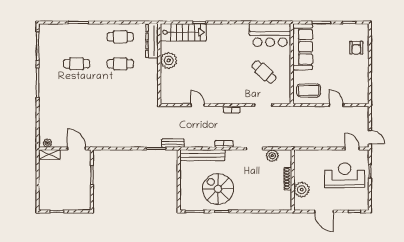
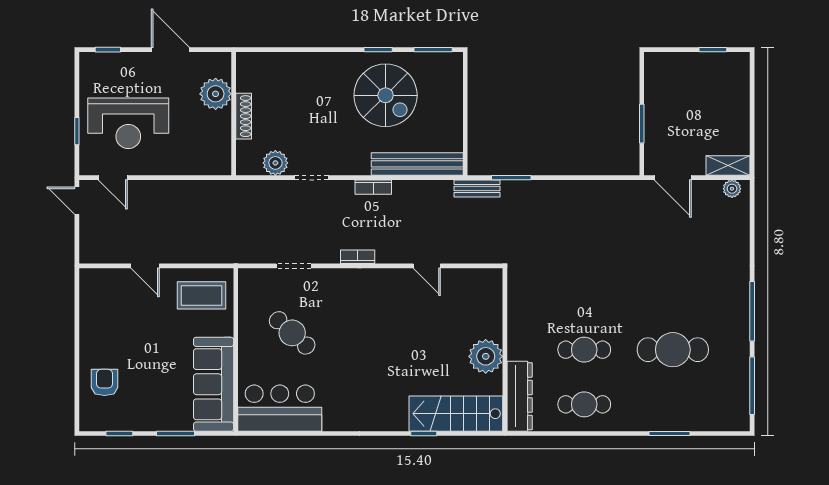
cafe table: (77, 64) -> (673, 350), width x1.37, depth x1.35

